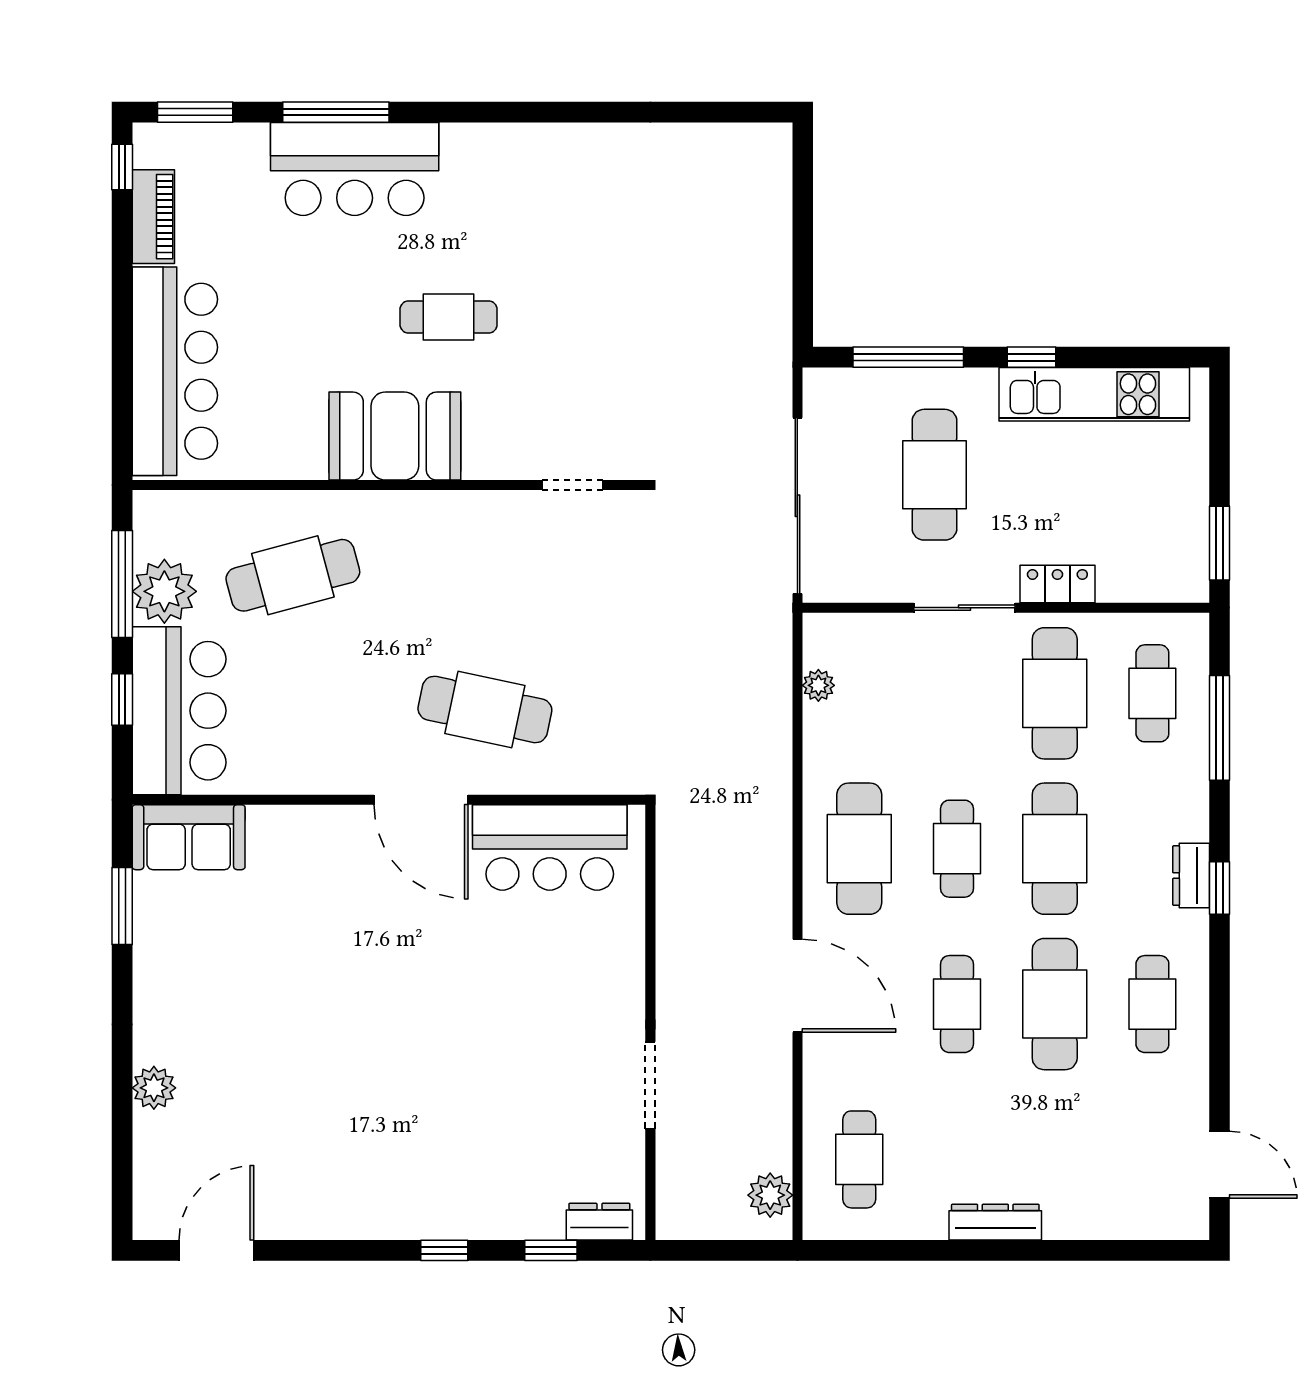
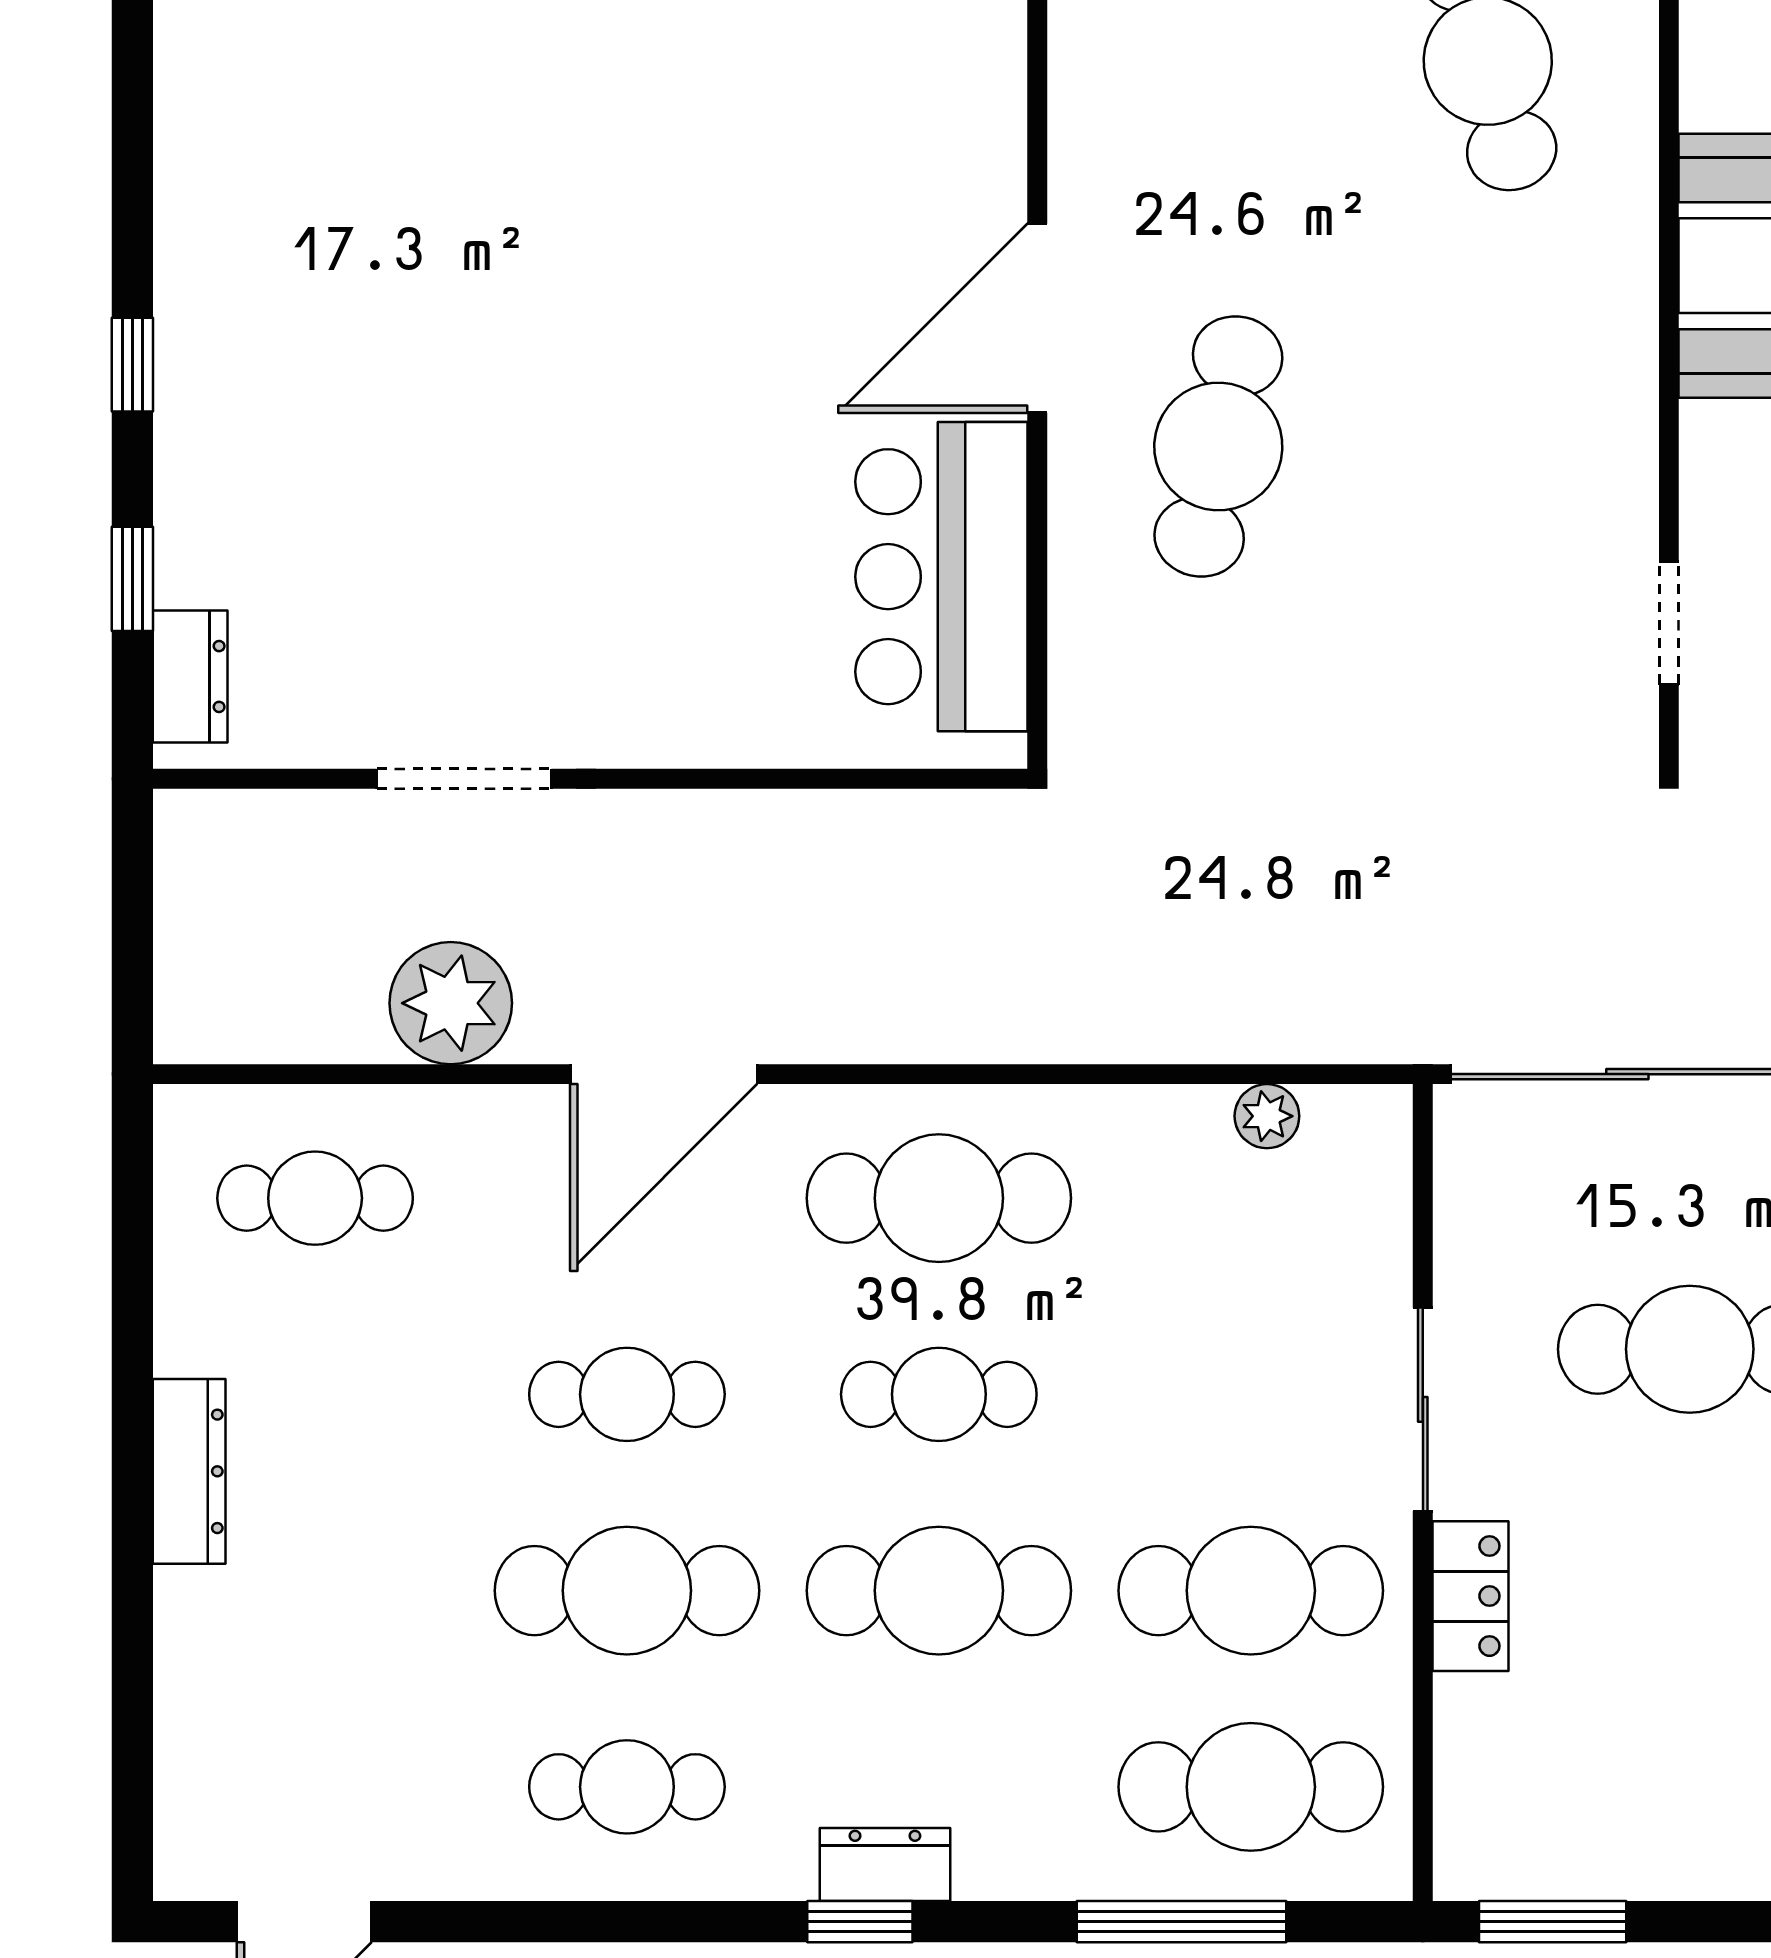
cafe table: (1152, 693) -> (1251, 1787), width x1.37, depth x1.35
plant: (770, 1195) -> (451, 1003), moved, width x1.36, depth x1.36

